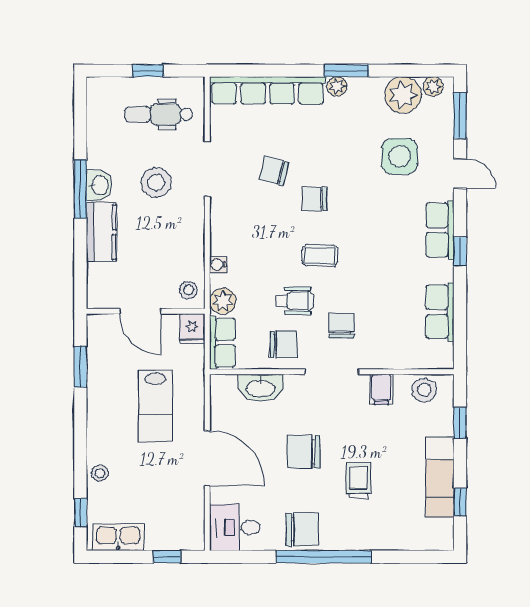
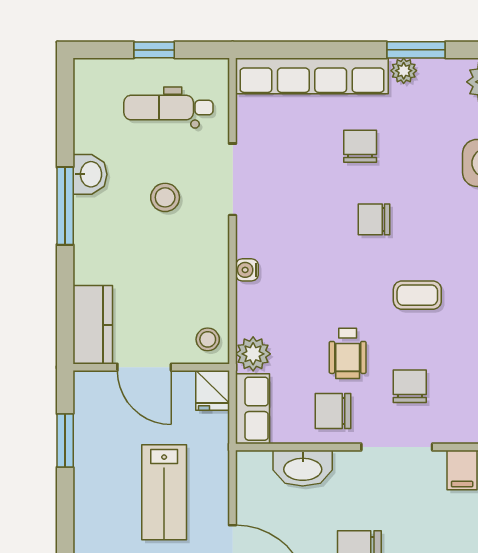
chair: (274, 171) -> (360, 146), moved, turned 76
stool: (156, 182) -> (165, 197), width x0.73, depth x0.73
washbasin: (99, 185) -> (90, 174), moved
kitchen counter: (101, 232) -> (93, 325), moved
coffee table: (320, 255) -> (417, 295), moved
water cooler: (218, 265) -> (247, 270), moved
wheelchair: (295, 301) -> (348, 353), turned 90
chair: (283, 344) -> (333, 411), turned 180

